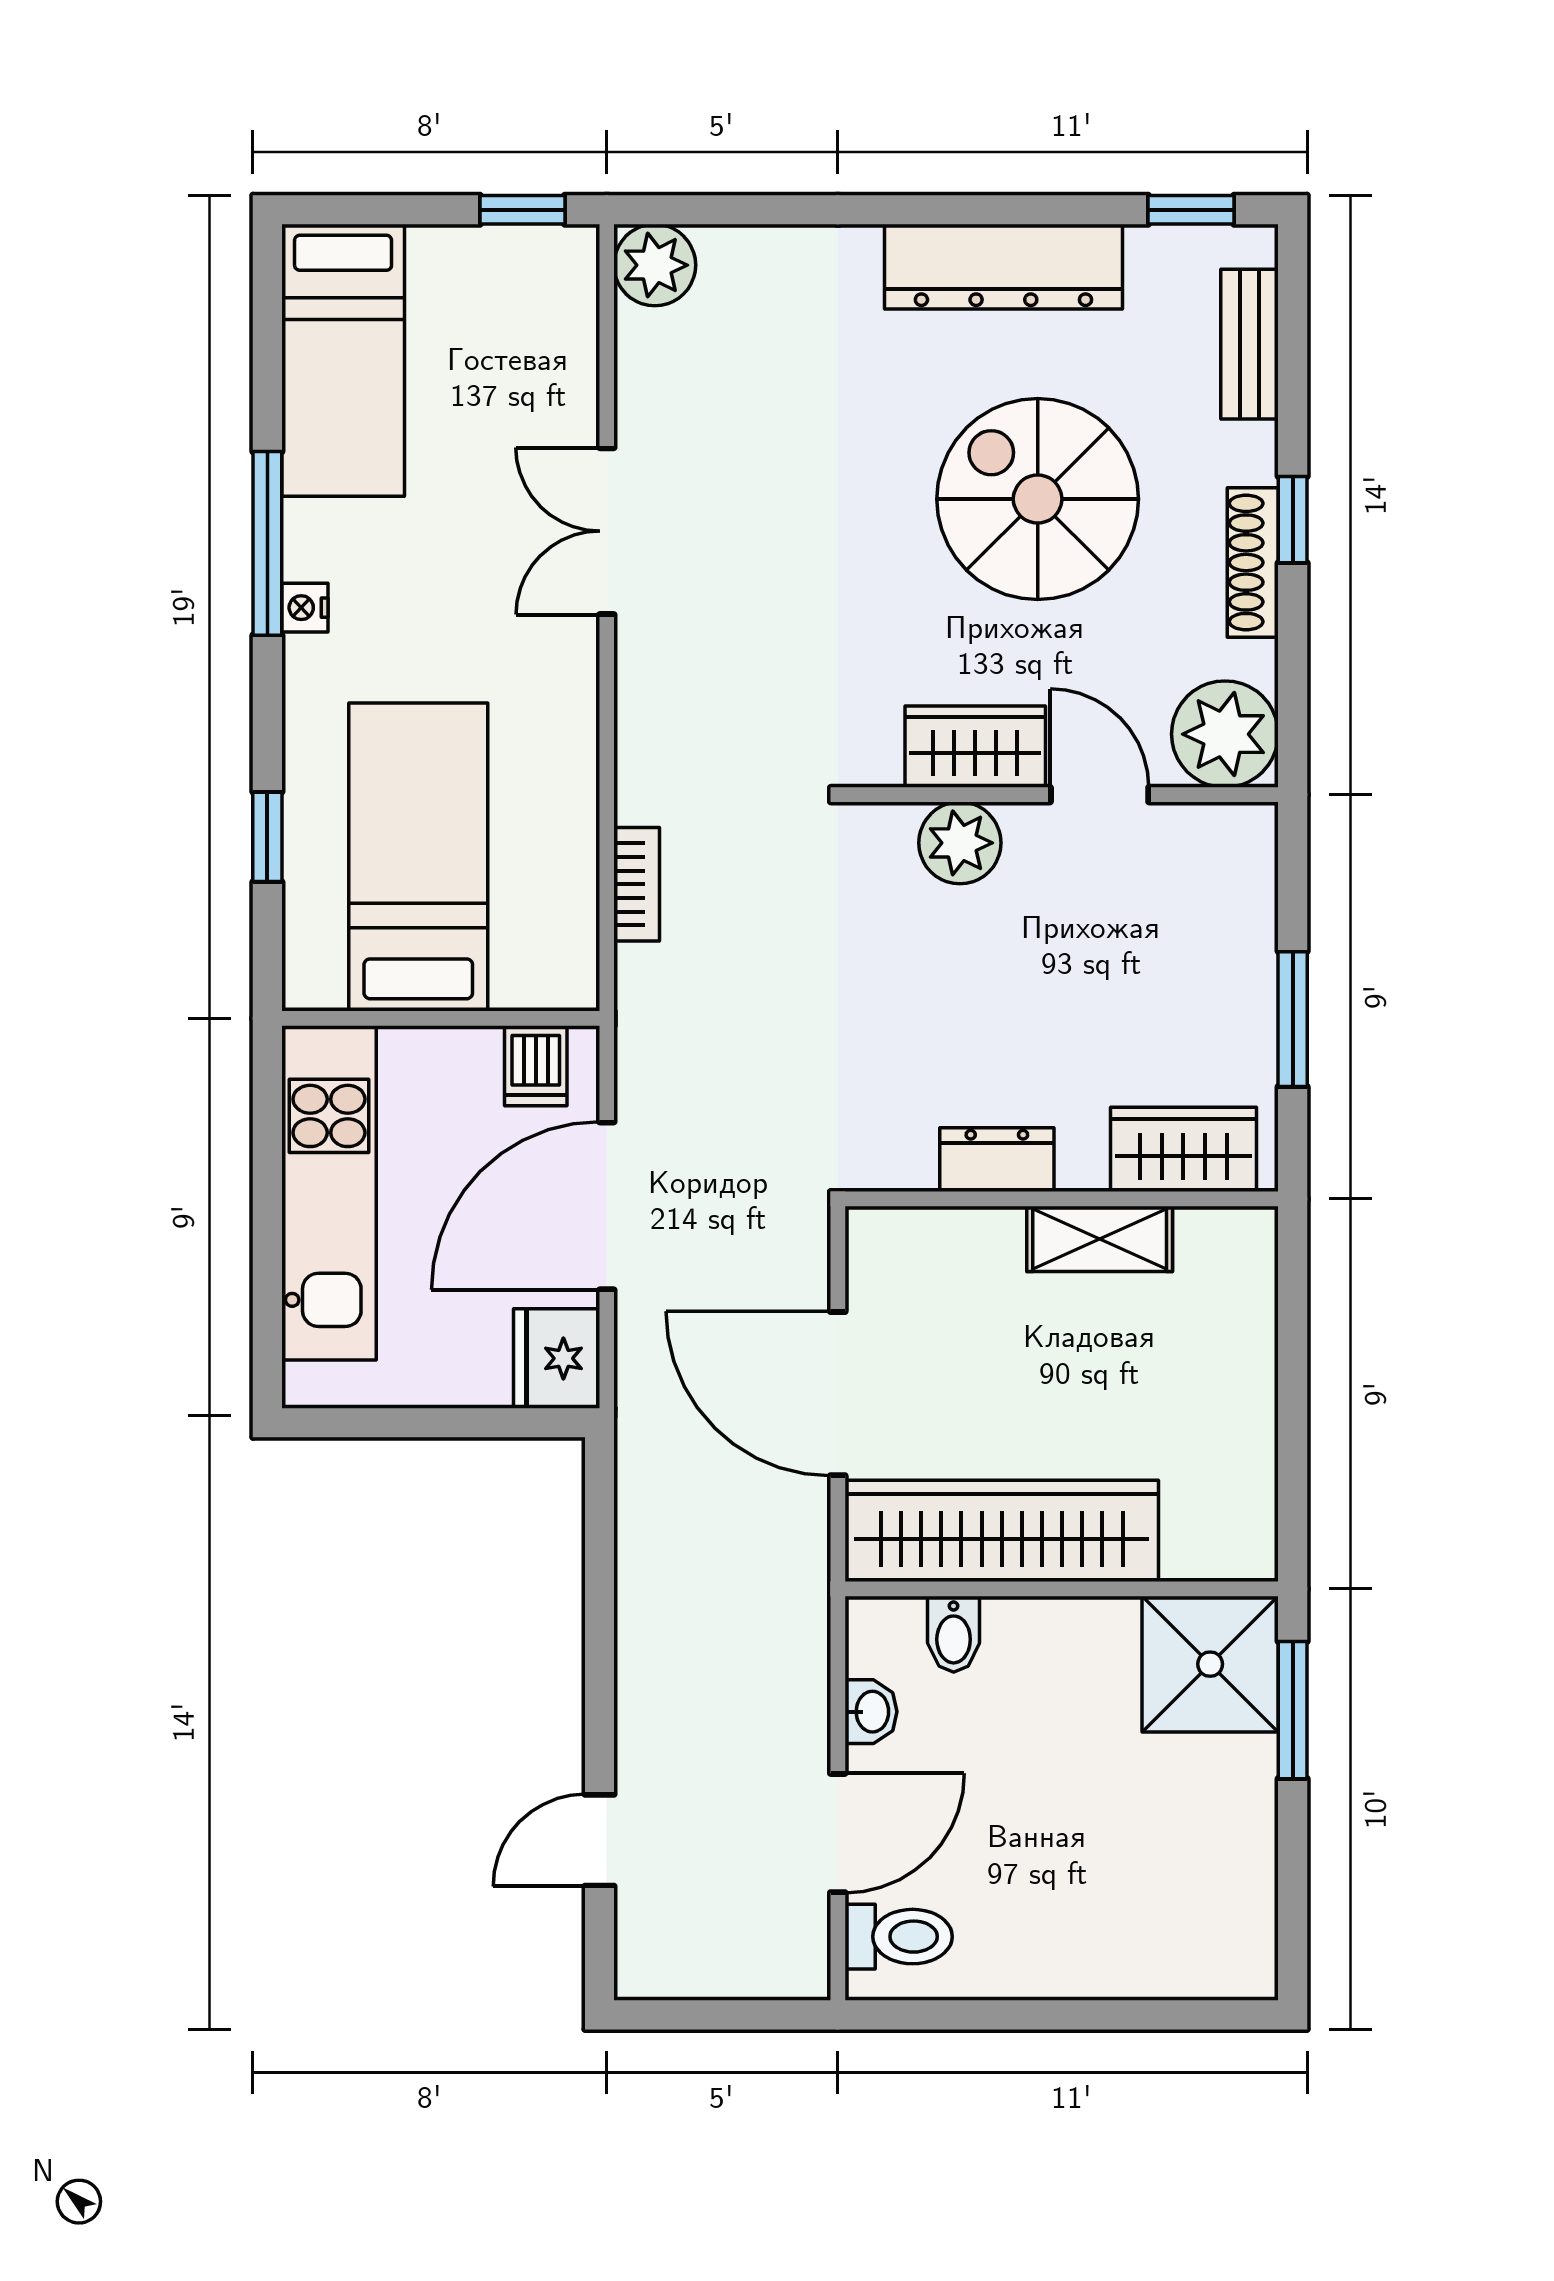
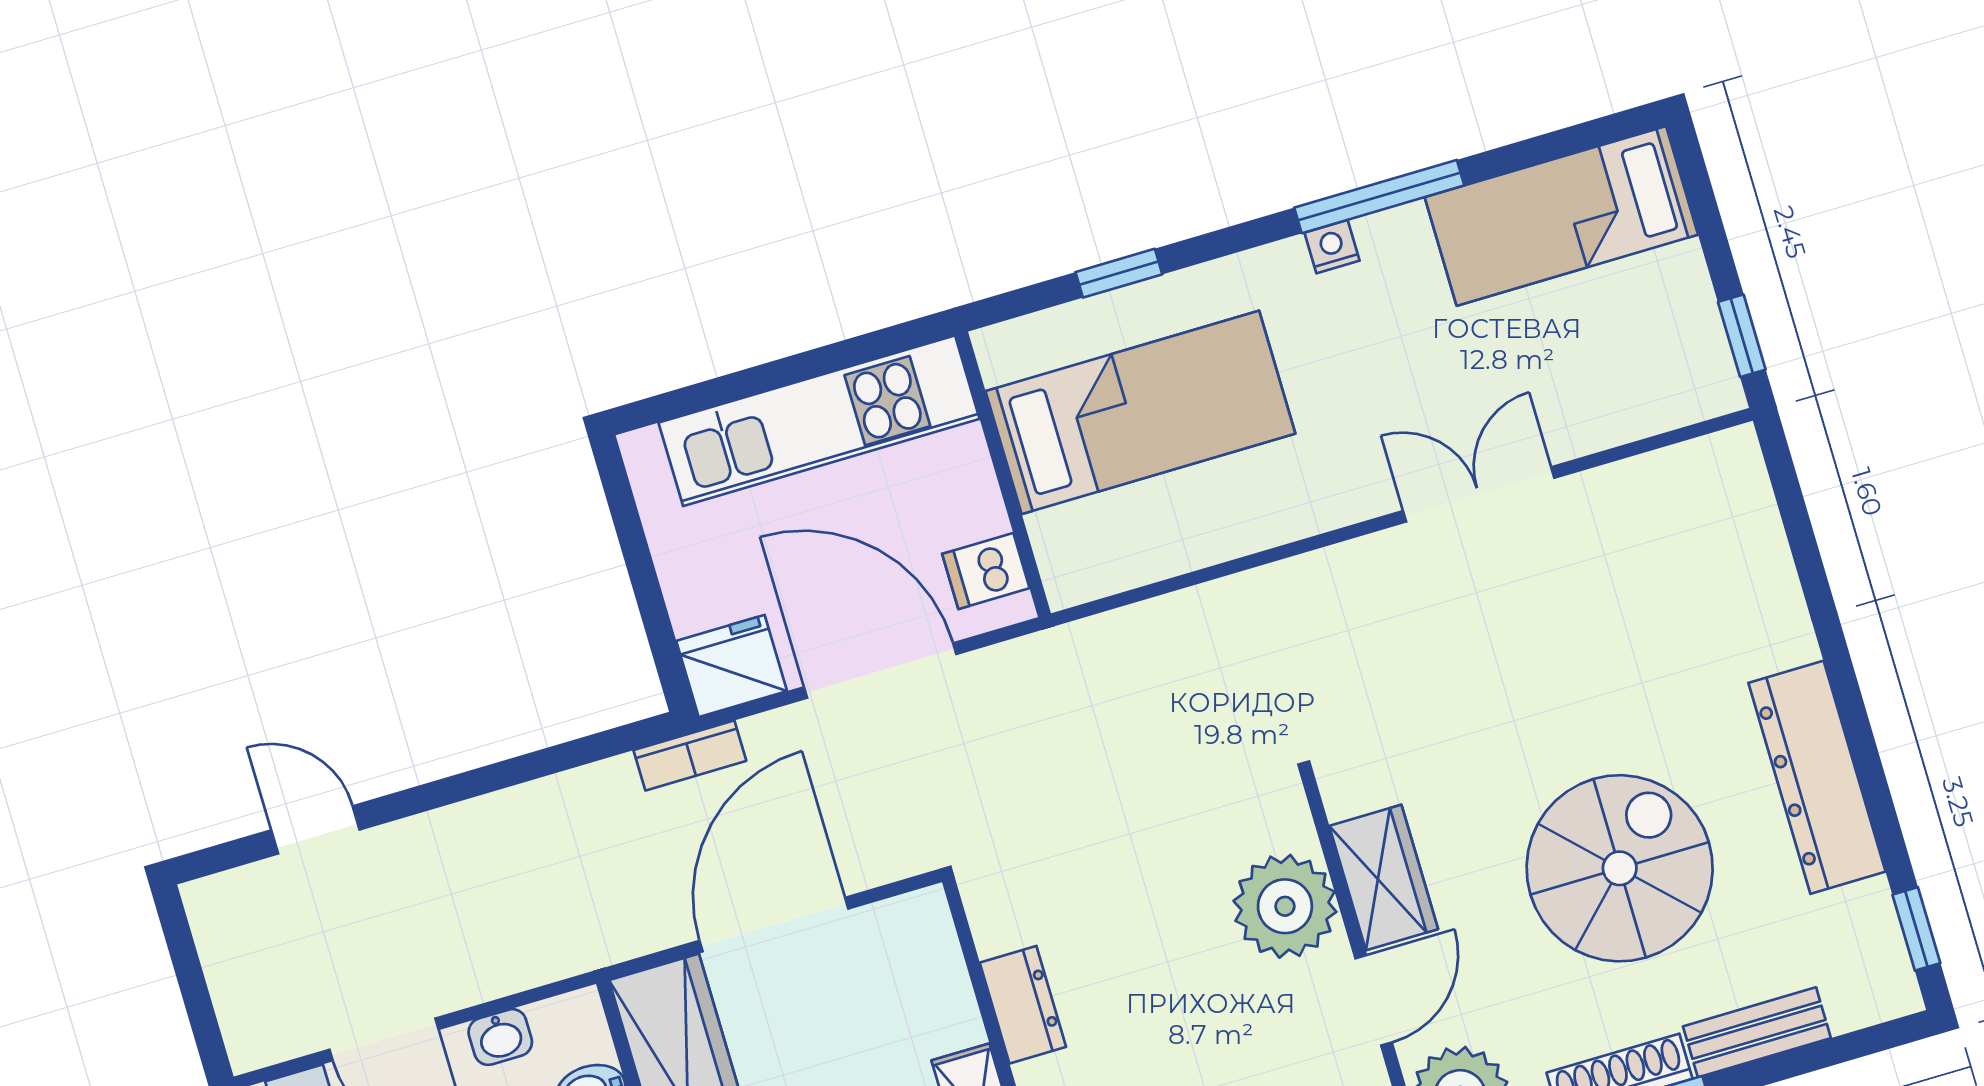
plant: (655, 265) -> (1727, 468), removed
bench: (1250, 344) -> (1757, 1032), moved
plant: (960, 843) -> (1285, 906), width x1.36, depth x1.36
bookcase: (637, 884) -> (690, 755), moved

